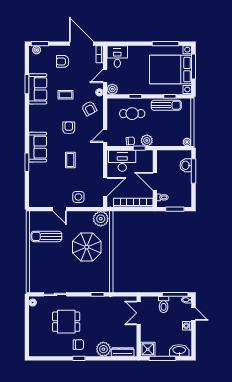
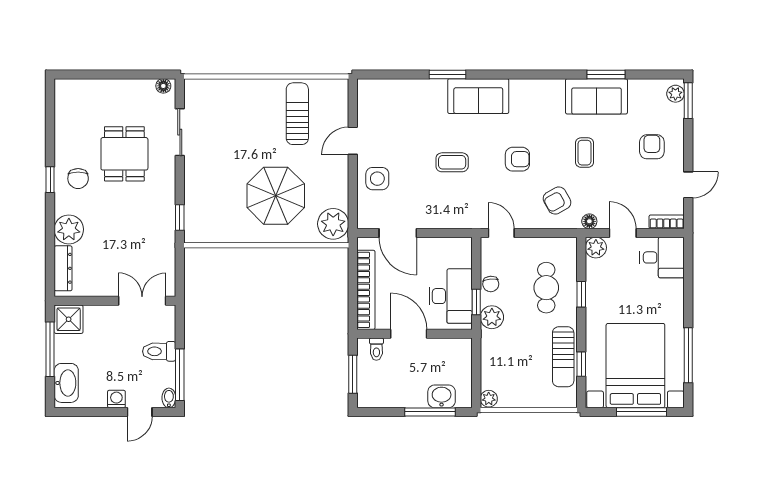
door: (81, 44) -> (688, 185), width x0.53
desk: (122, 161) -> (451, 296), moved
door: (155, 181) -> (409, 334), hinge flipped

